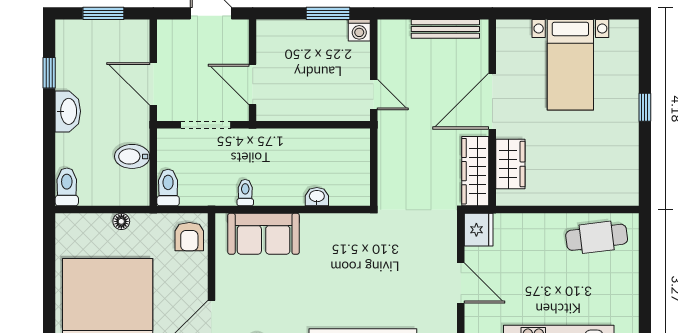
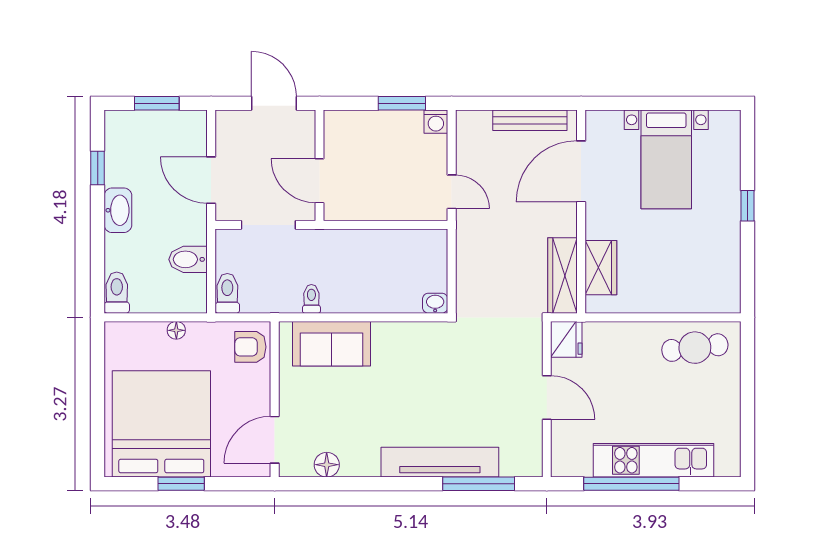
door: (492, 101) -> (581, 171), moved
washbasin: (317, 197) -> (435, 303), moved
armchair: (189, 237) -> (250, 347), turned 90

